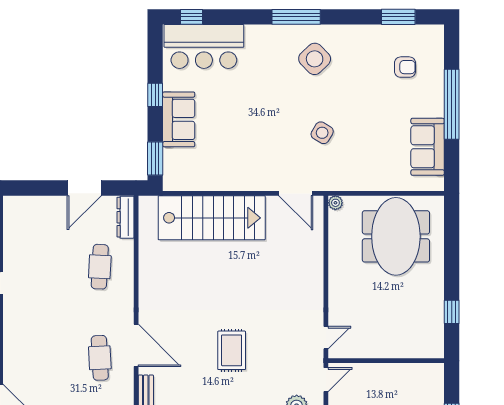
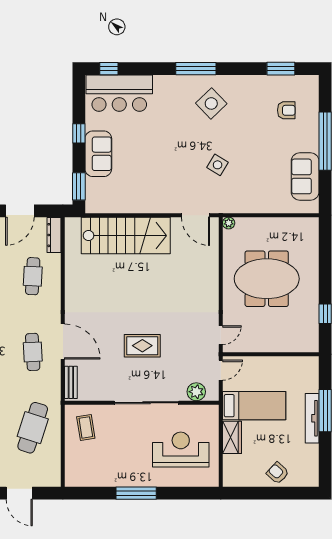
meeting table: (396, 236) -> (267, 279), moved, turned 90
rug: (232, 350) -> (142, 346), turned 90

